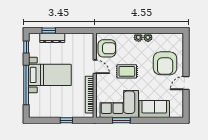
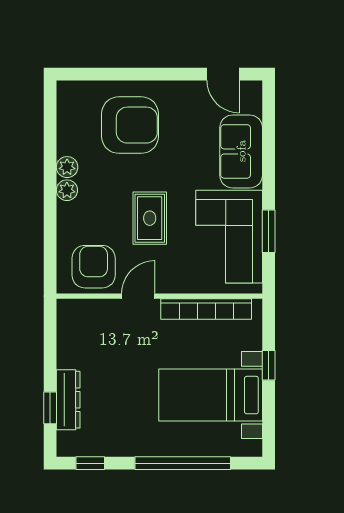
bed with nightstands: (50, 75) -> (211, 395), moved, turned -90
door: (186, 83) -> (223, 74), moved

